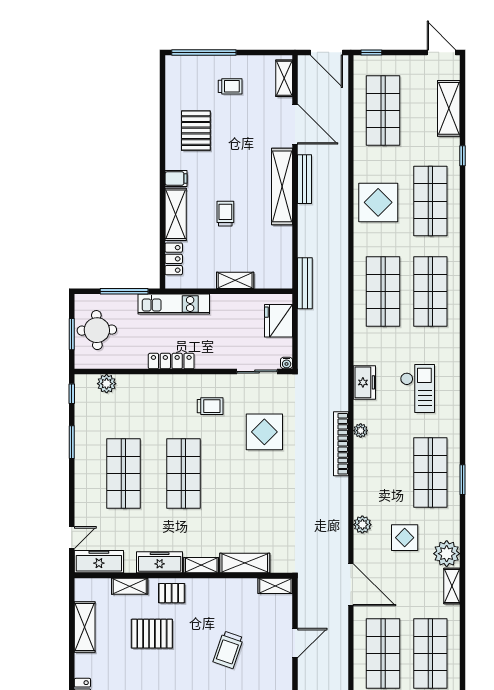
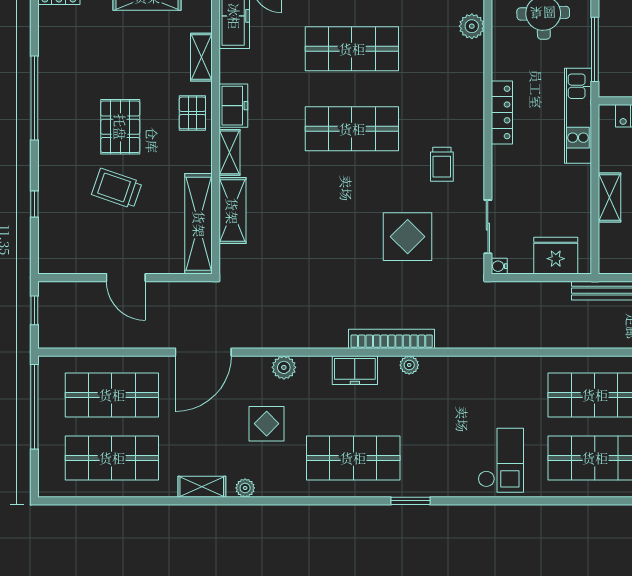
freezer: (364, 382) -> (355, 370), moved
checkout: (418, 388) -> (501, 460), moved, turned -90
window: (462, 480) -> (410, 501), moved
plant: (447, 554) -> (245, 488), width x0.53, depth x0.53
freezer: (160, 562) -> (233, 106), width x0.71
shelving: (275, 586) -> (199, 224), width x2.20, depth x1.33
pallet: (152, 634) -> (120, 127), moved

